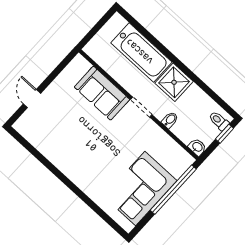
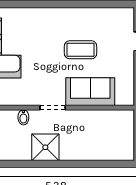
bathtub: (141, 53) -> (89, 147), removed
coffee table: (80, 131) -> (81, 50), added

